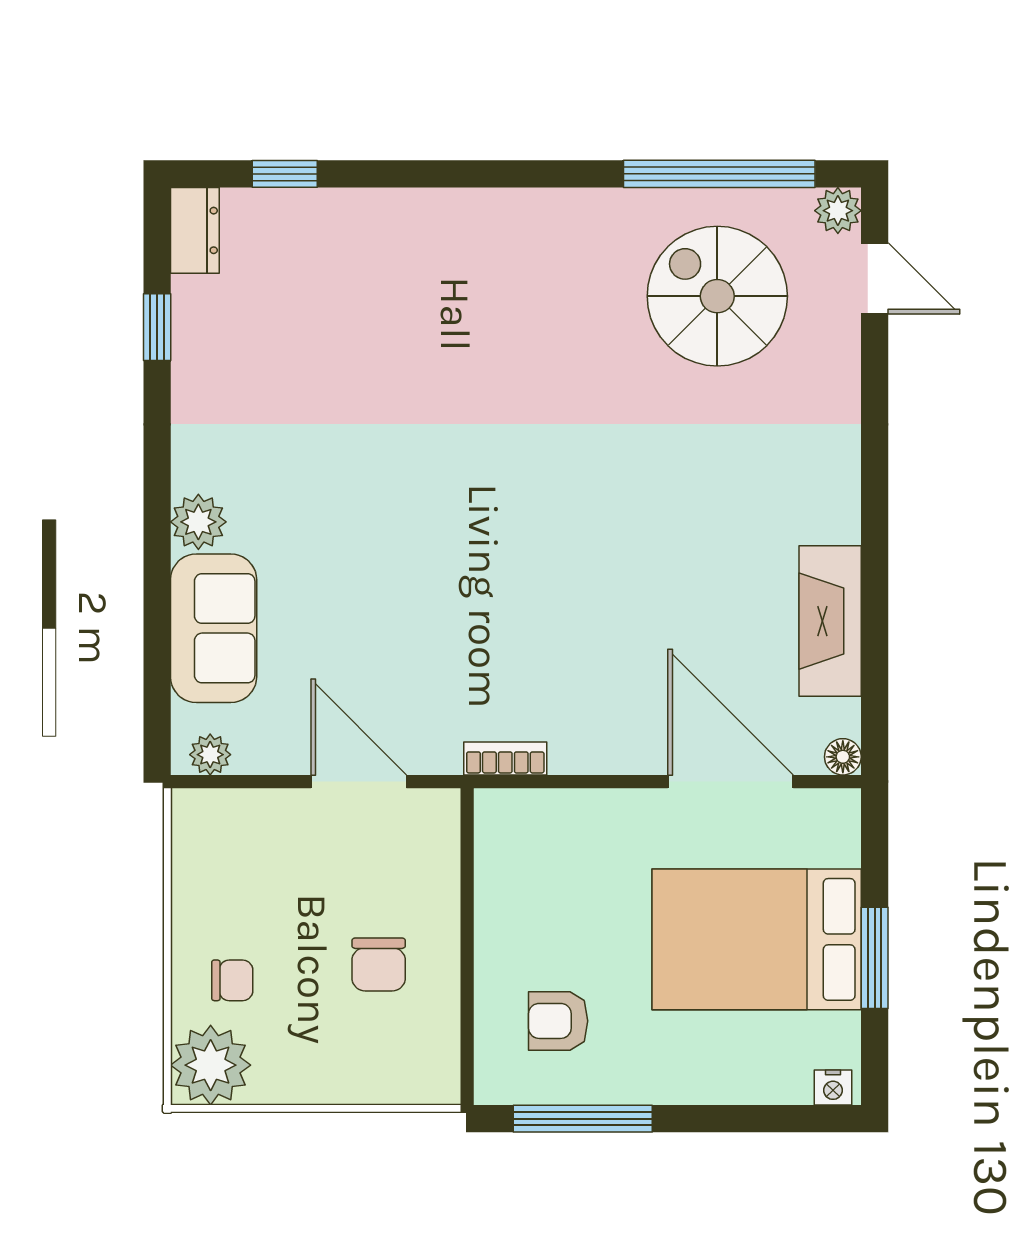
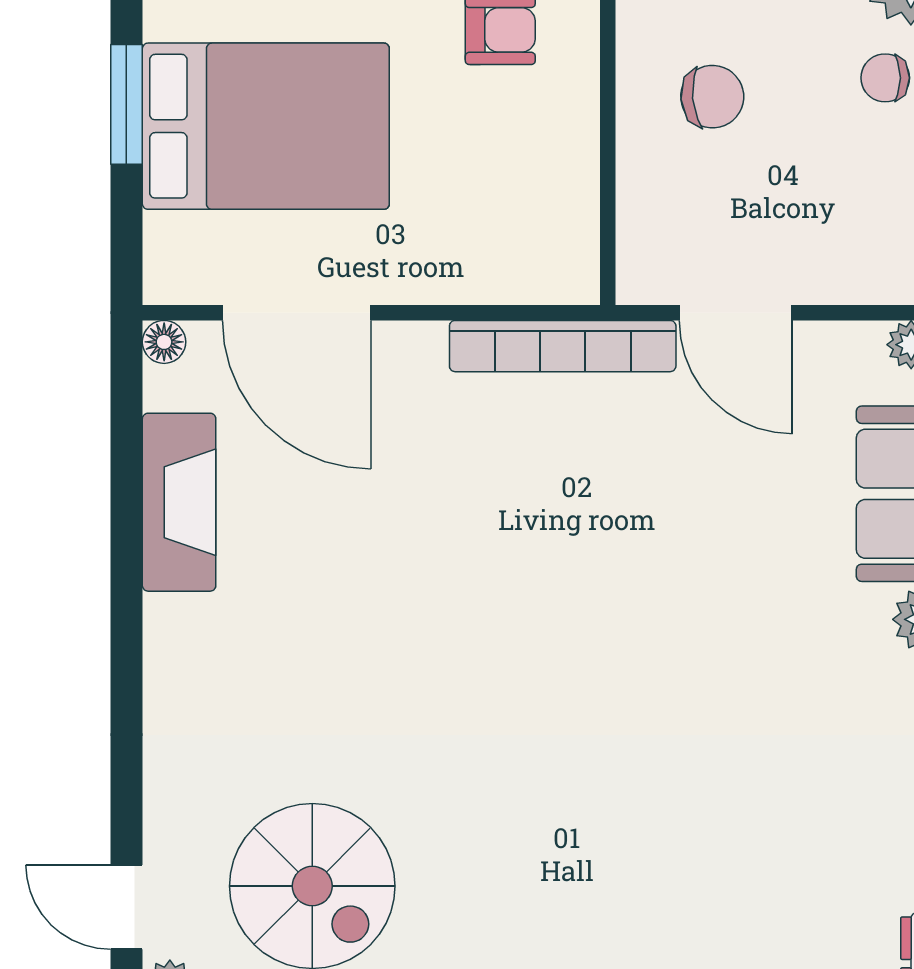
bookcase: (505, 758) -> (563, 346), width x2.31, depth x1.31
chair: (379, 964) -> (712, 97), turned 85

